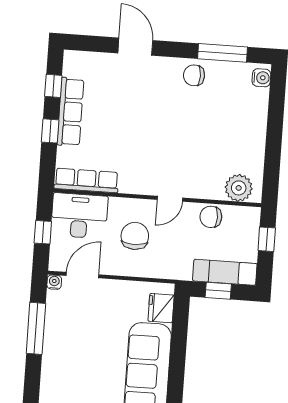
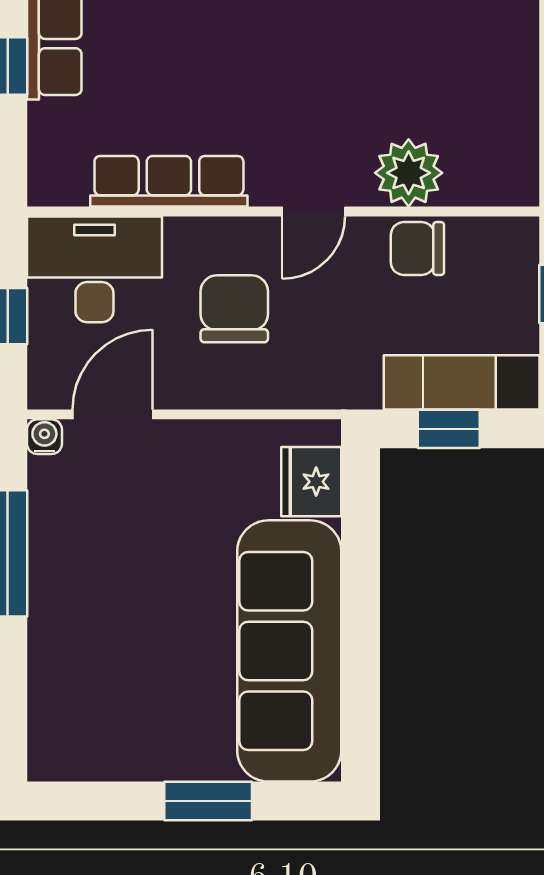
row of seats: (86, 180) -> (169, 181), moved
plant: (239, 188) -> (409, 173), moved

